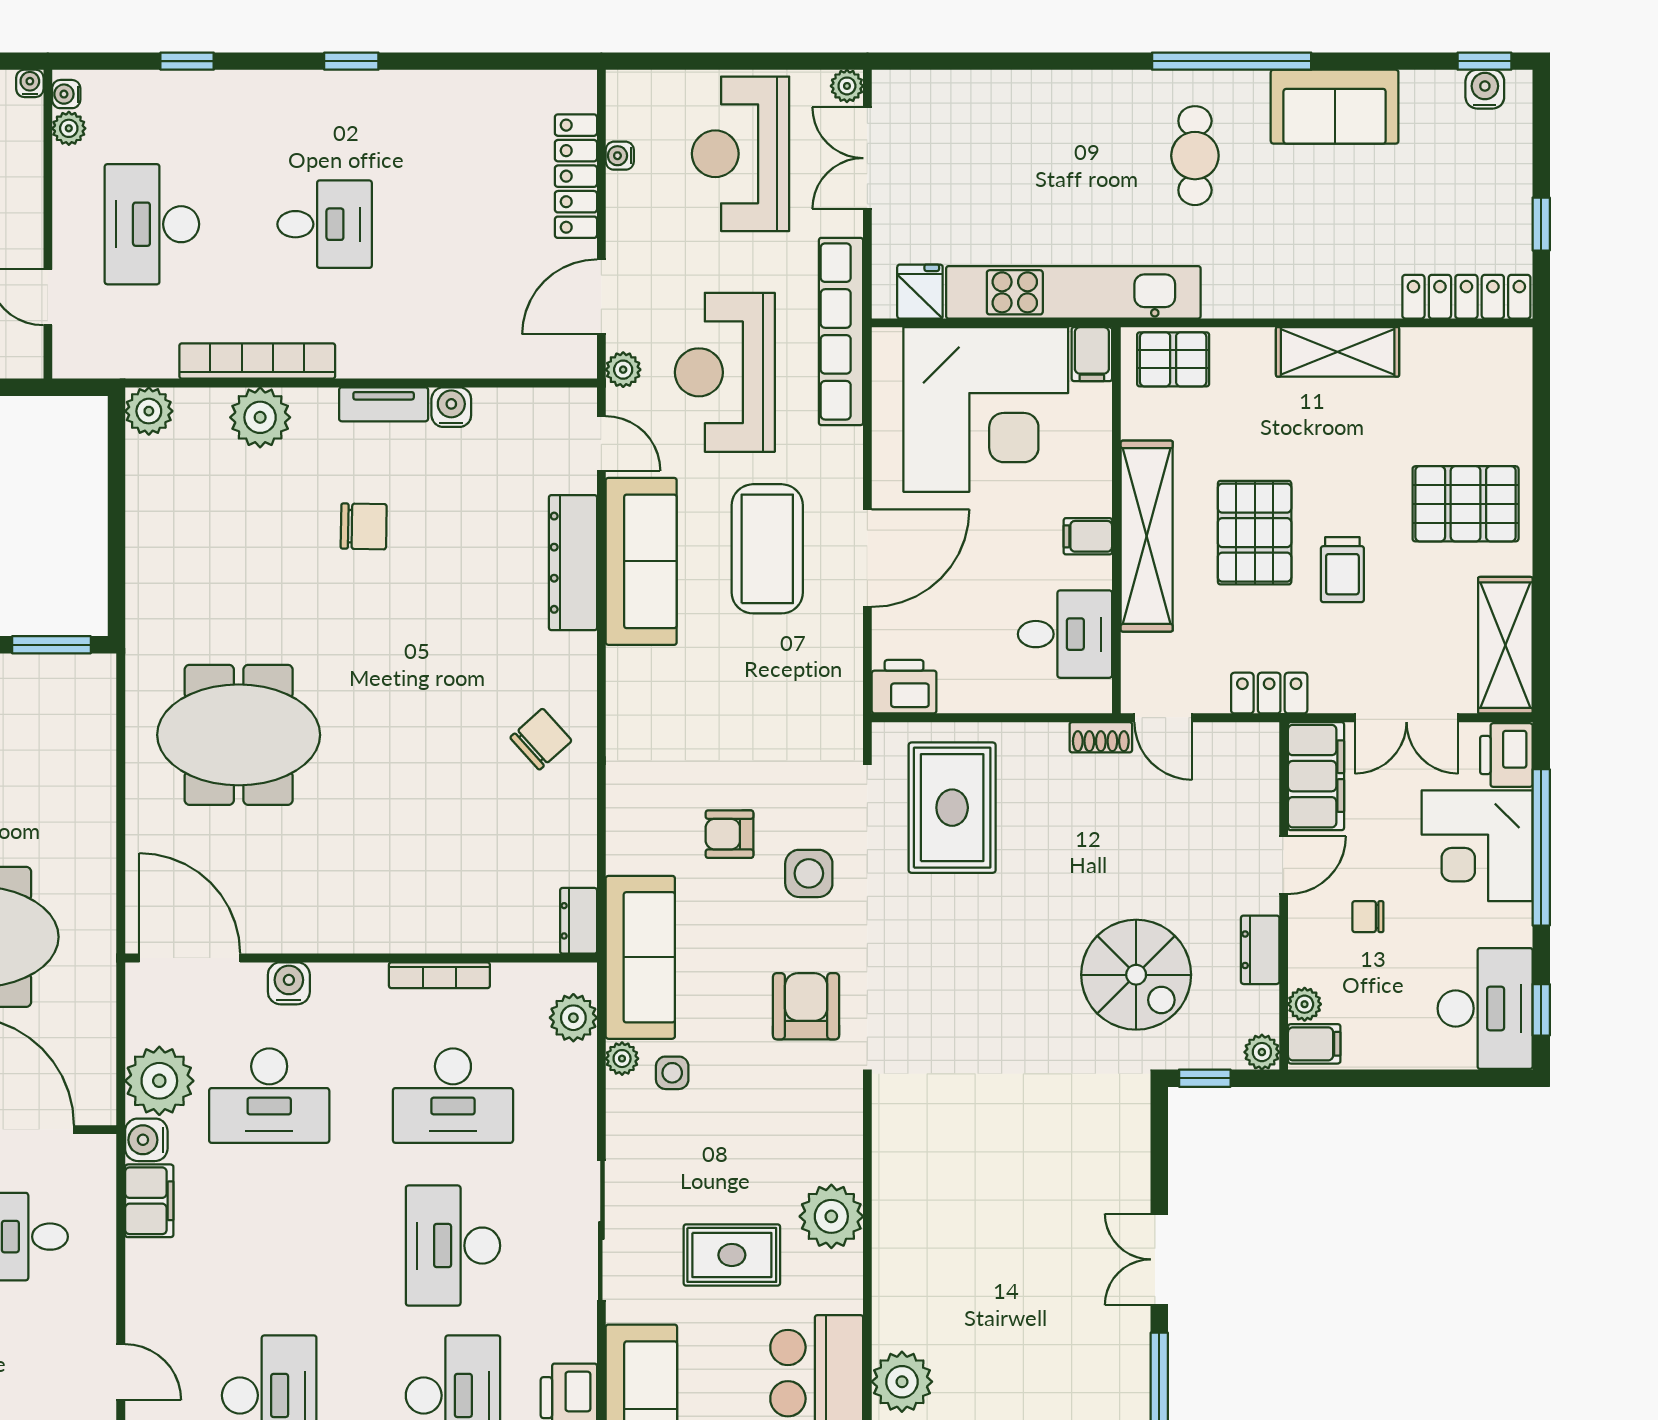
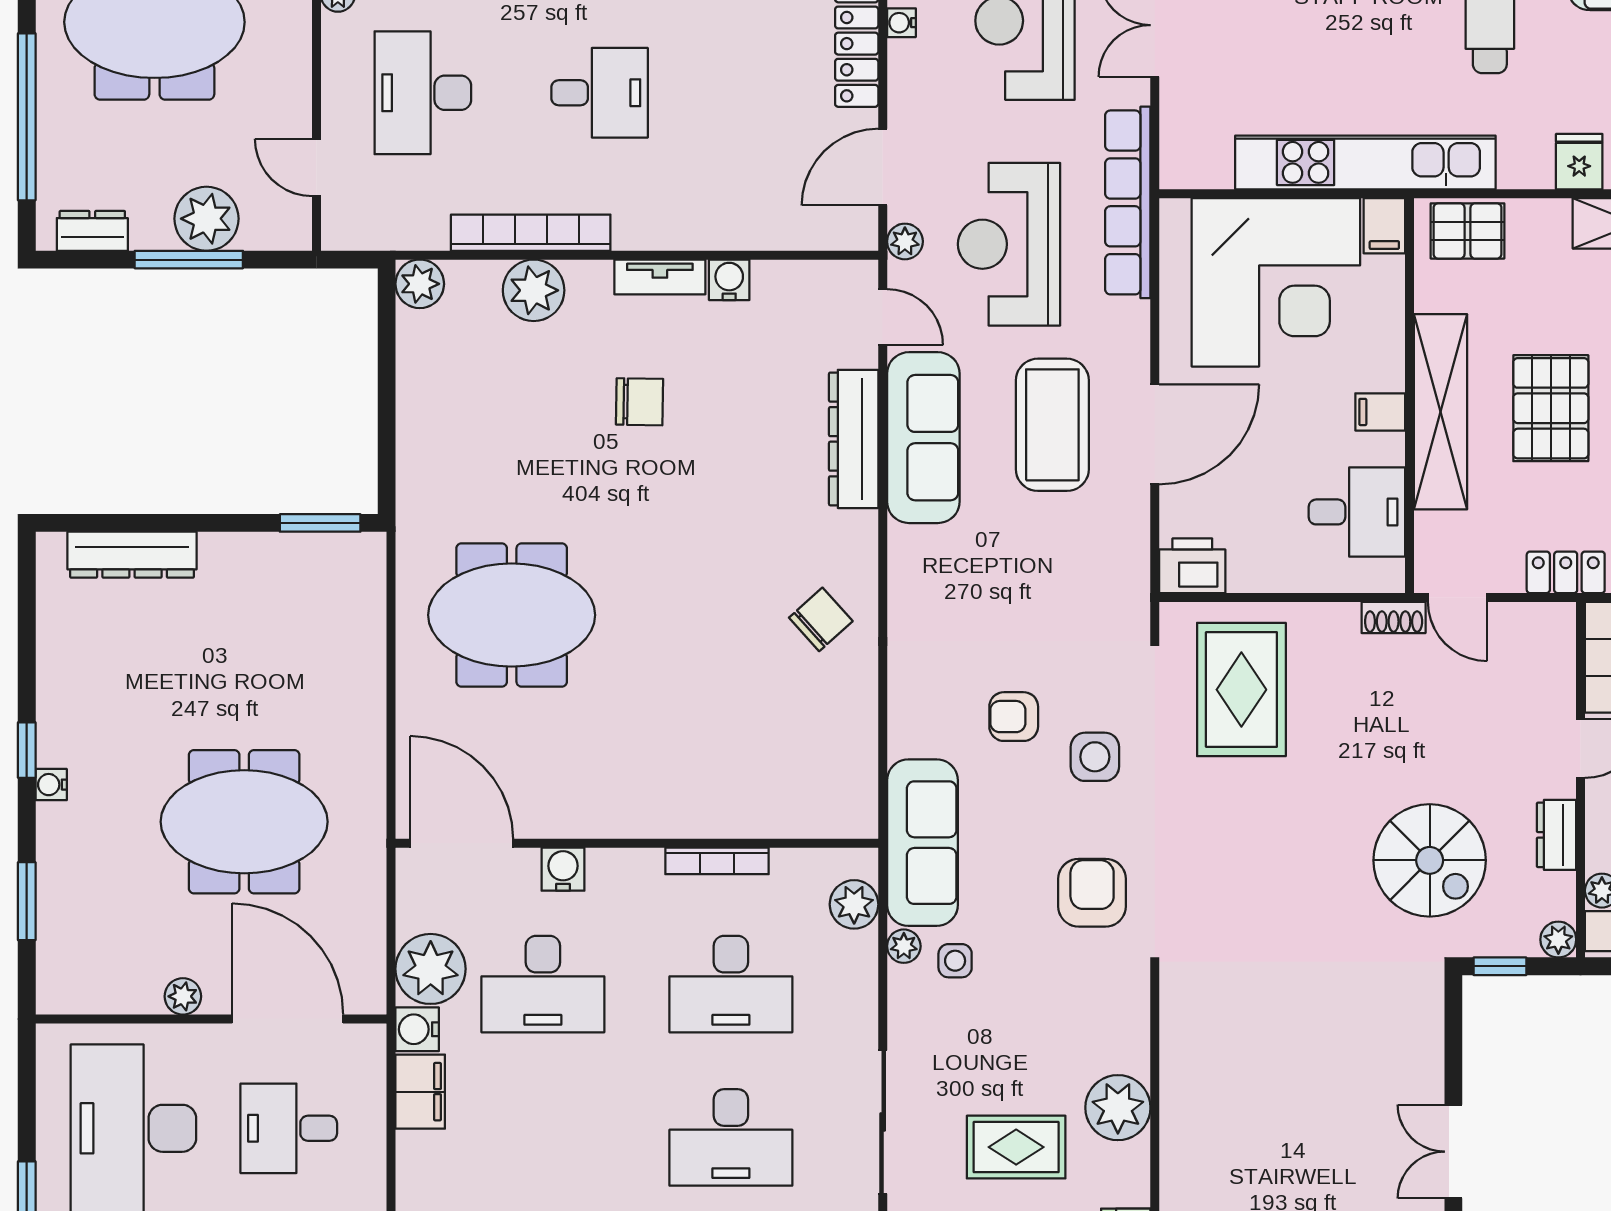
fridge: (920, 292) -> (1579, 162), moved
dresser: (579, 921) -> (859, 805), removed
desk: (453, 1246) -> (731, 1137), turned -90

